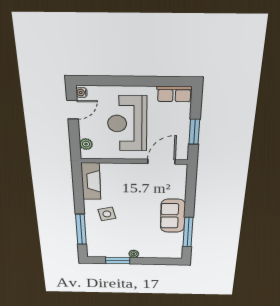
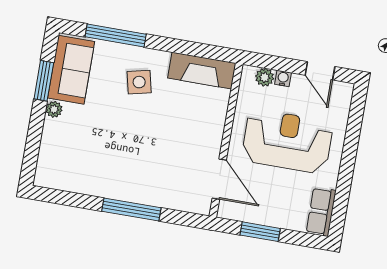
water cooler: (82, 93) -> (283, 78), moved
sofa: (173, 216) -> (71, 70), moved, turned 90
window: (188, 232) -> (131, 209), moved

